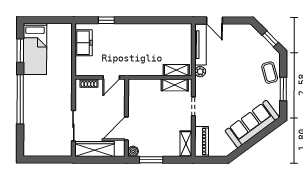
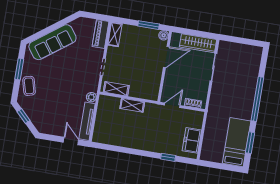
shelving: (176, 70) -> (132, 105), moved

